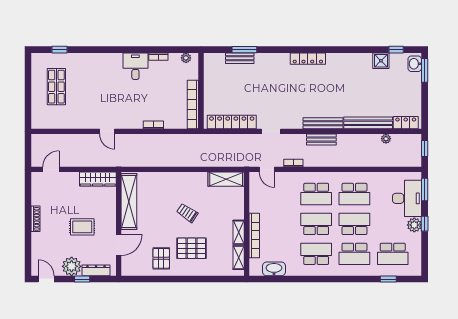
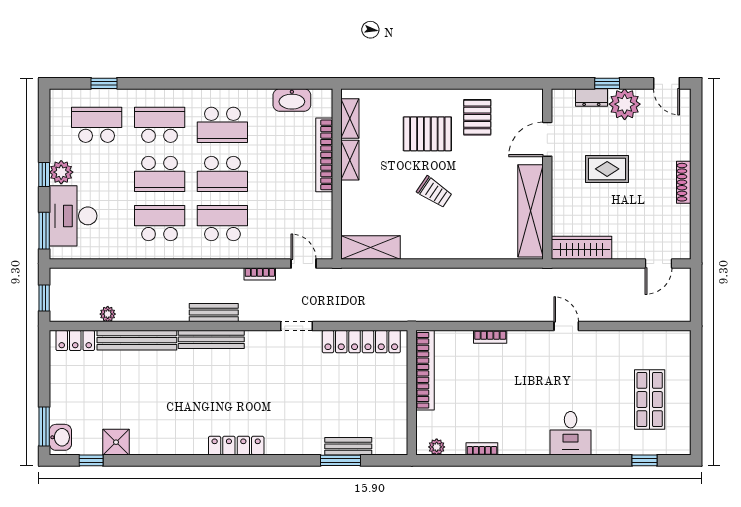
desk: (135, 66) -> (571, 433), moved
dresser: (96, 270) -> (591, 97), width x0.70

